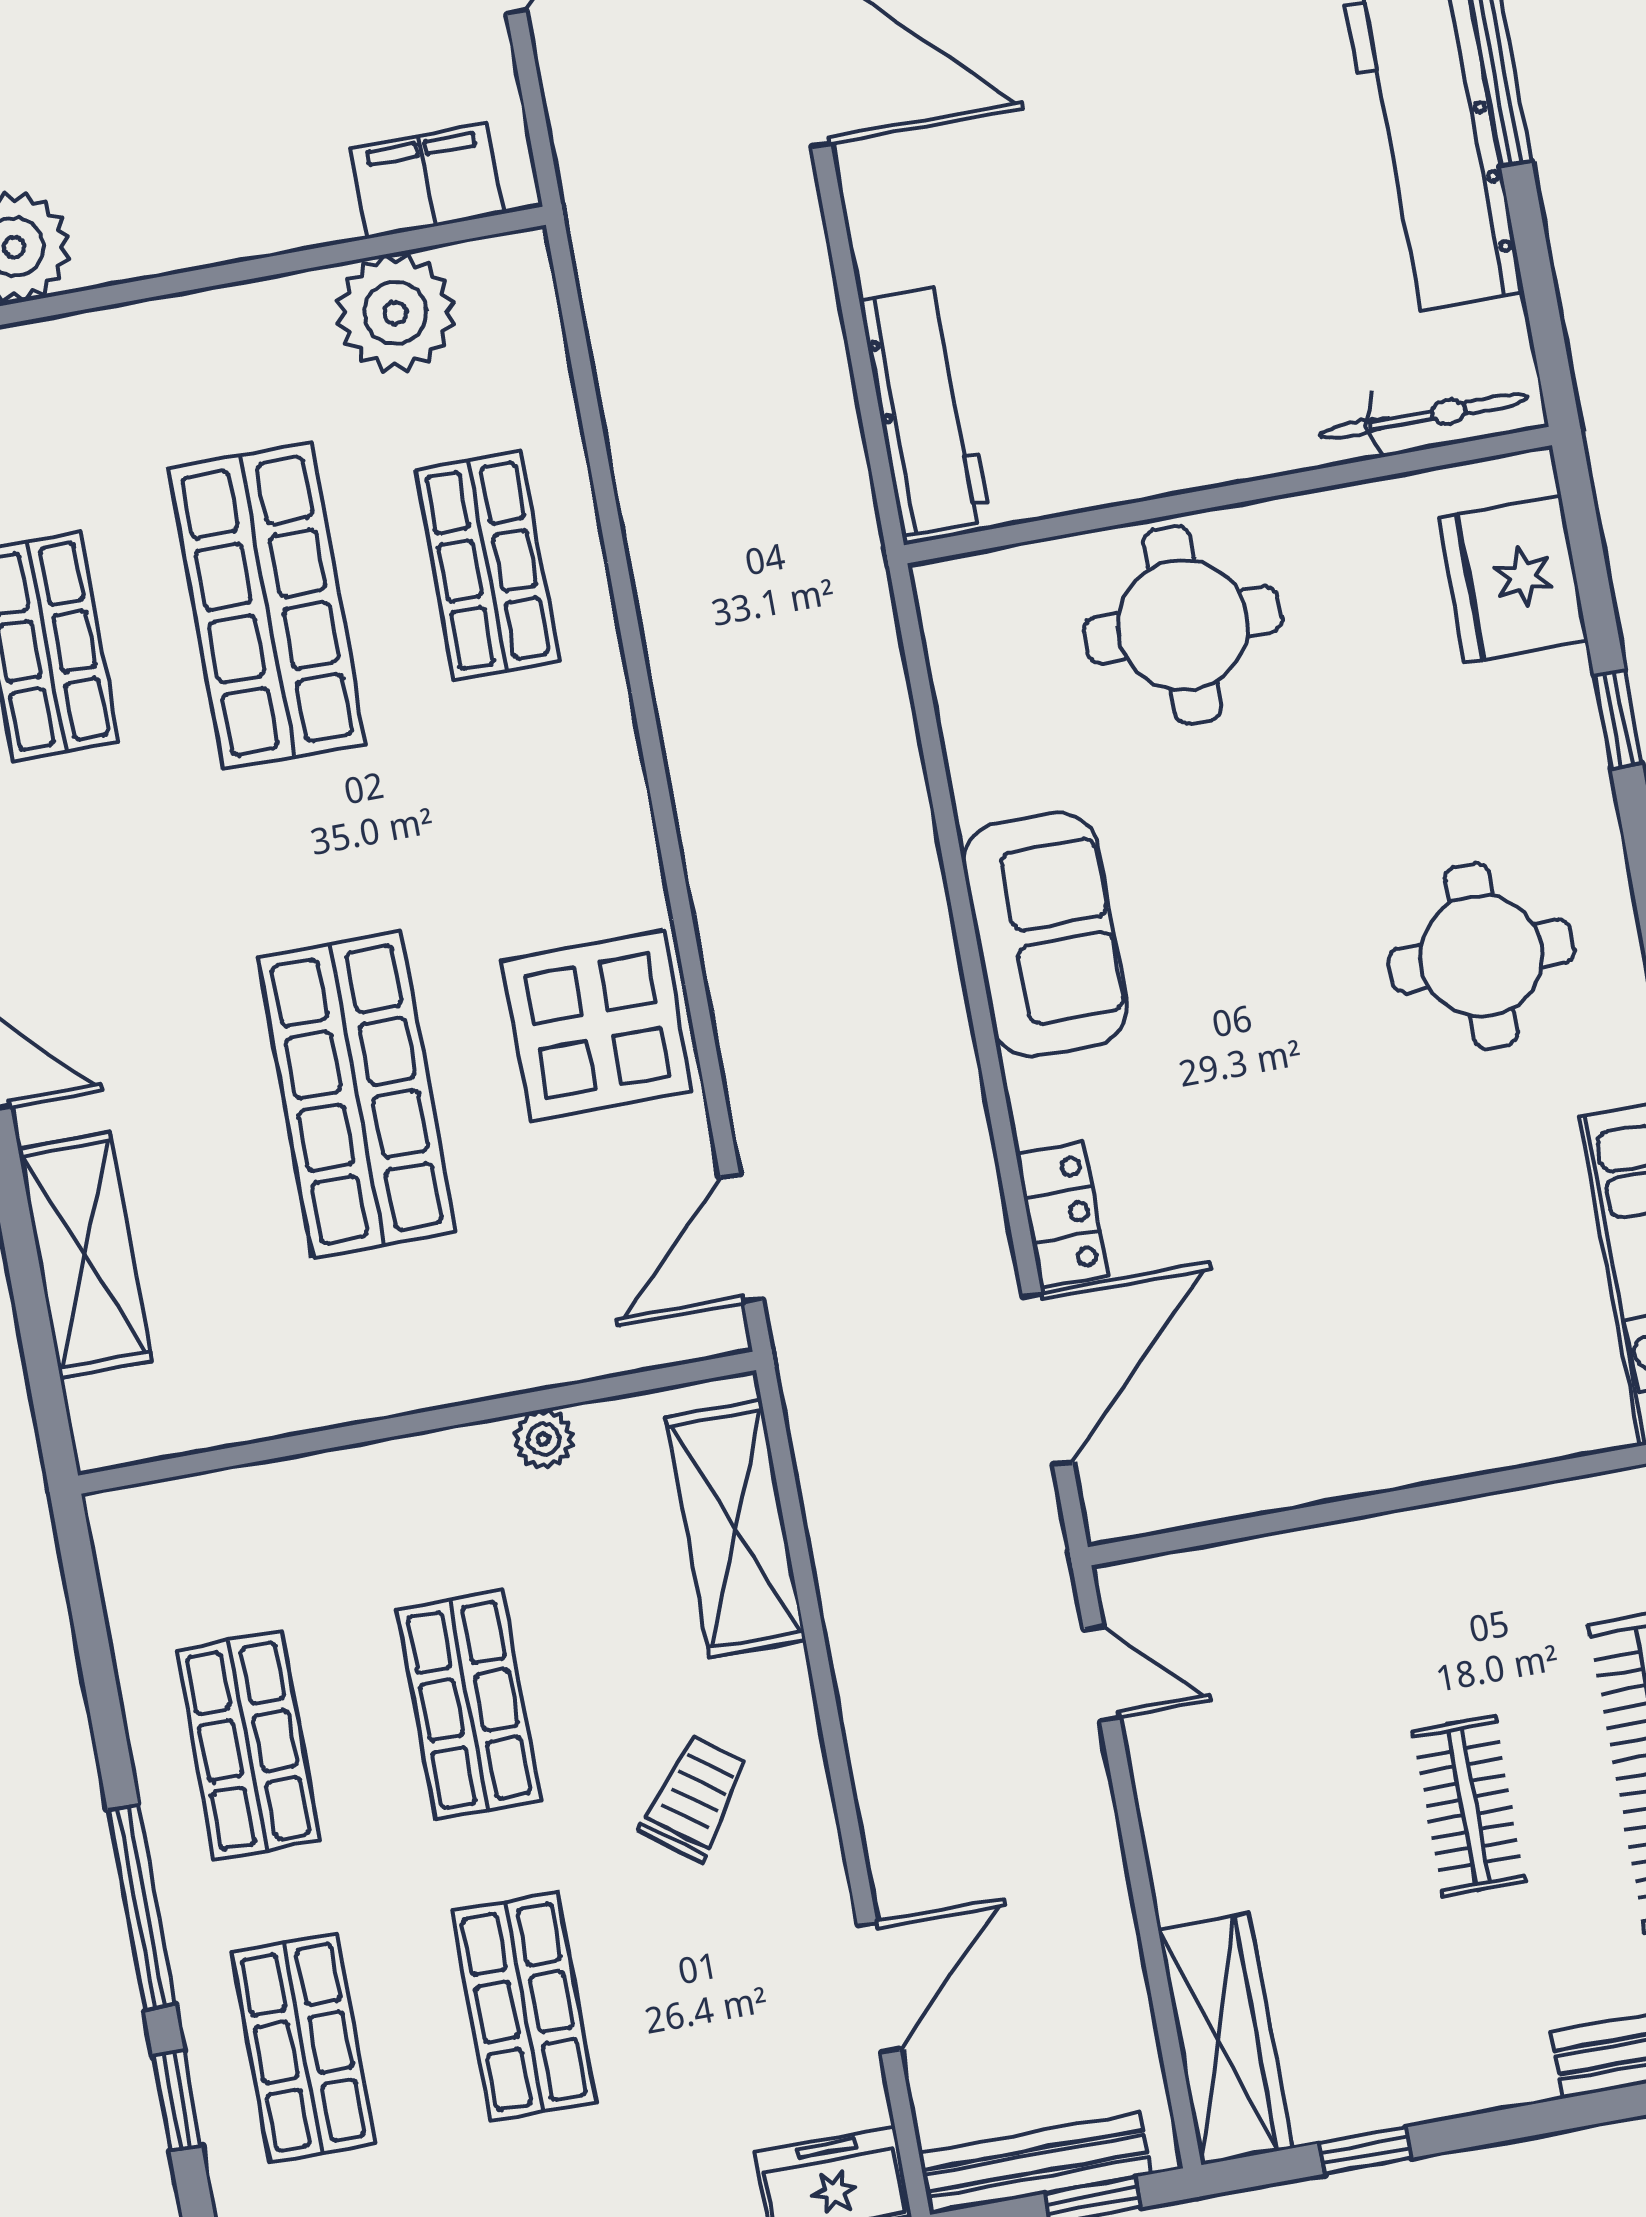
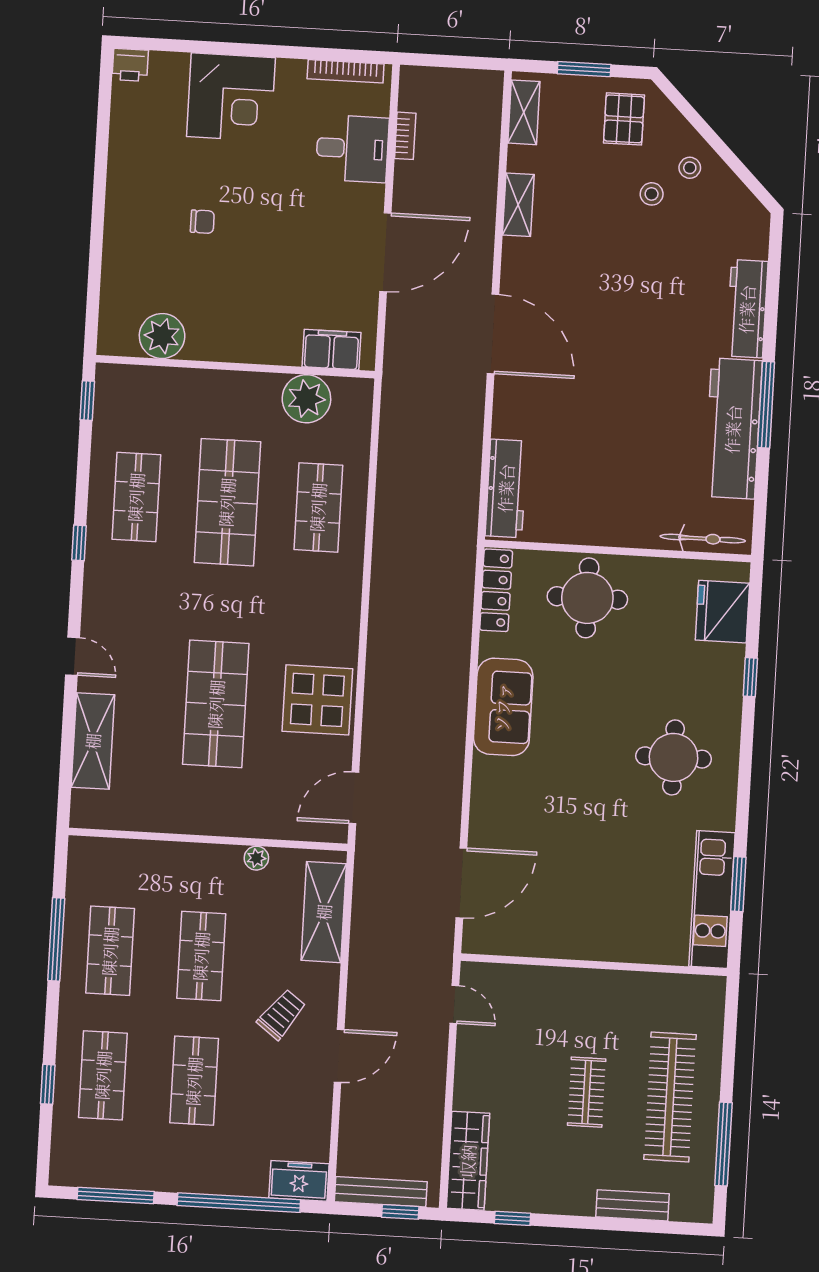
locker: (1062, 1215) -> (496, 590), moved, width x1.53
window: (141, 1907) -> (56, 939), moved
door: (879, 1988) -> (339, 1056), moved

